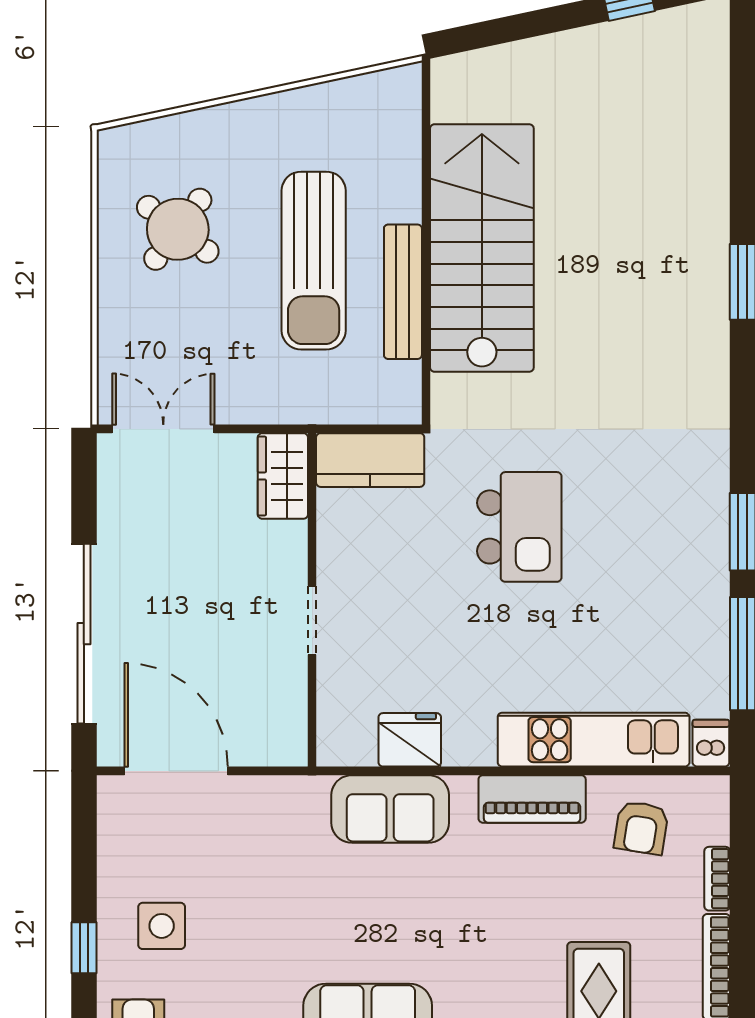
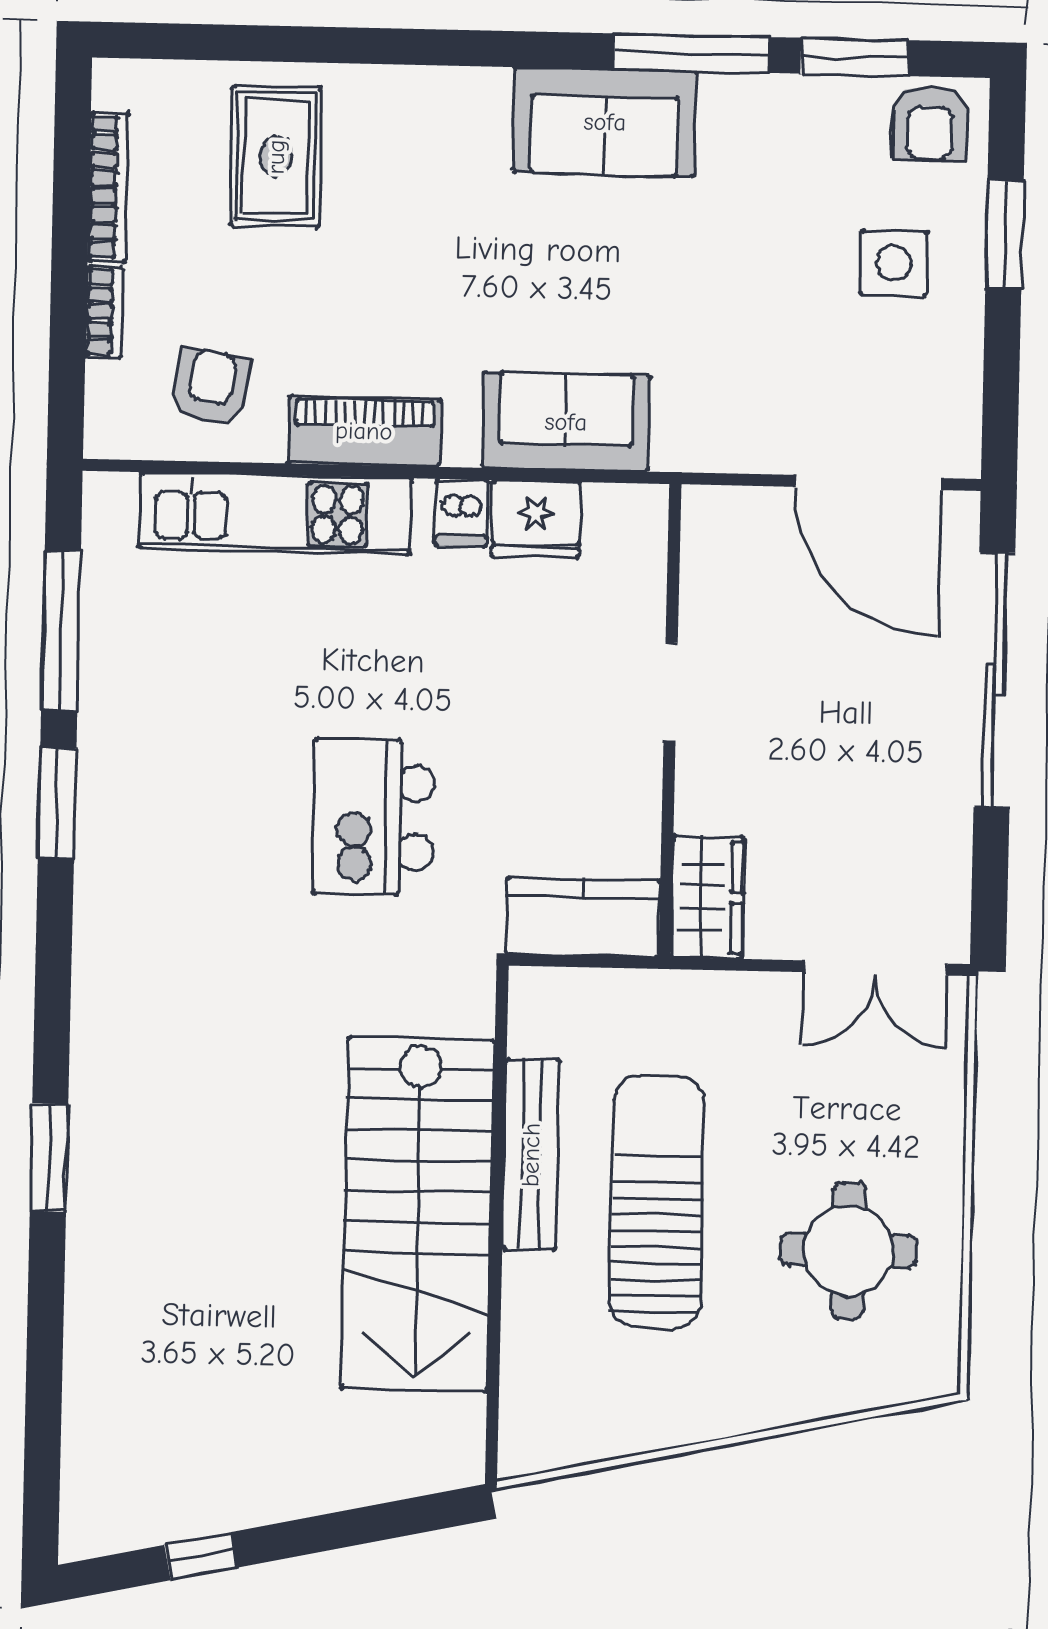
round table: (178, 229) -> (848, 1250), turned -37
dishwasher: (711, 743) -> (461, 513), moved
window: (84, 948) -> (1004, 235), width x1.50

